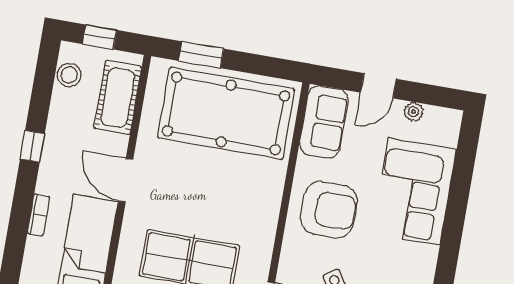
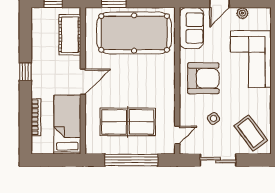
stool: (69, 75) -> (40, 27), removed
door: (126, 180) -> (83, 82), swing flipped
bookcase: (39, 215) -> (36, 117), width x1.56

